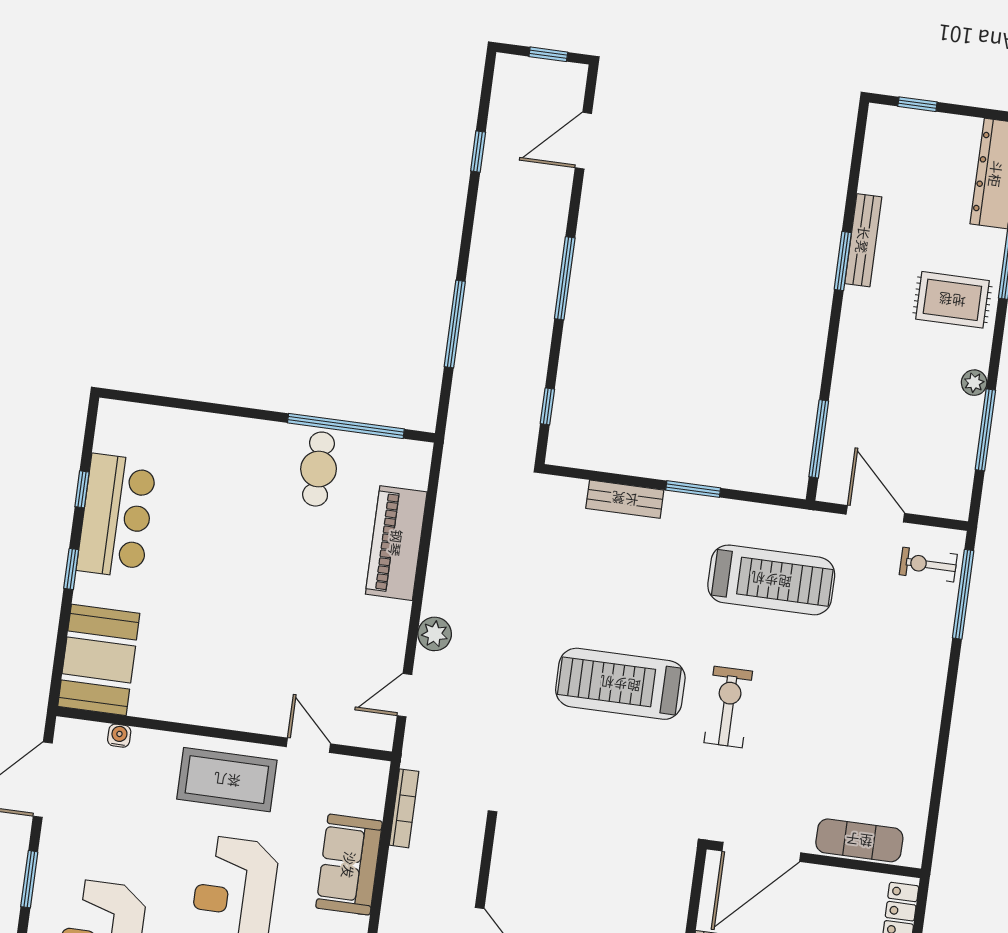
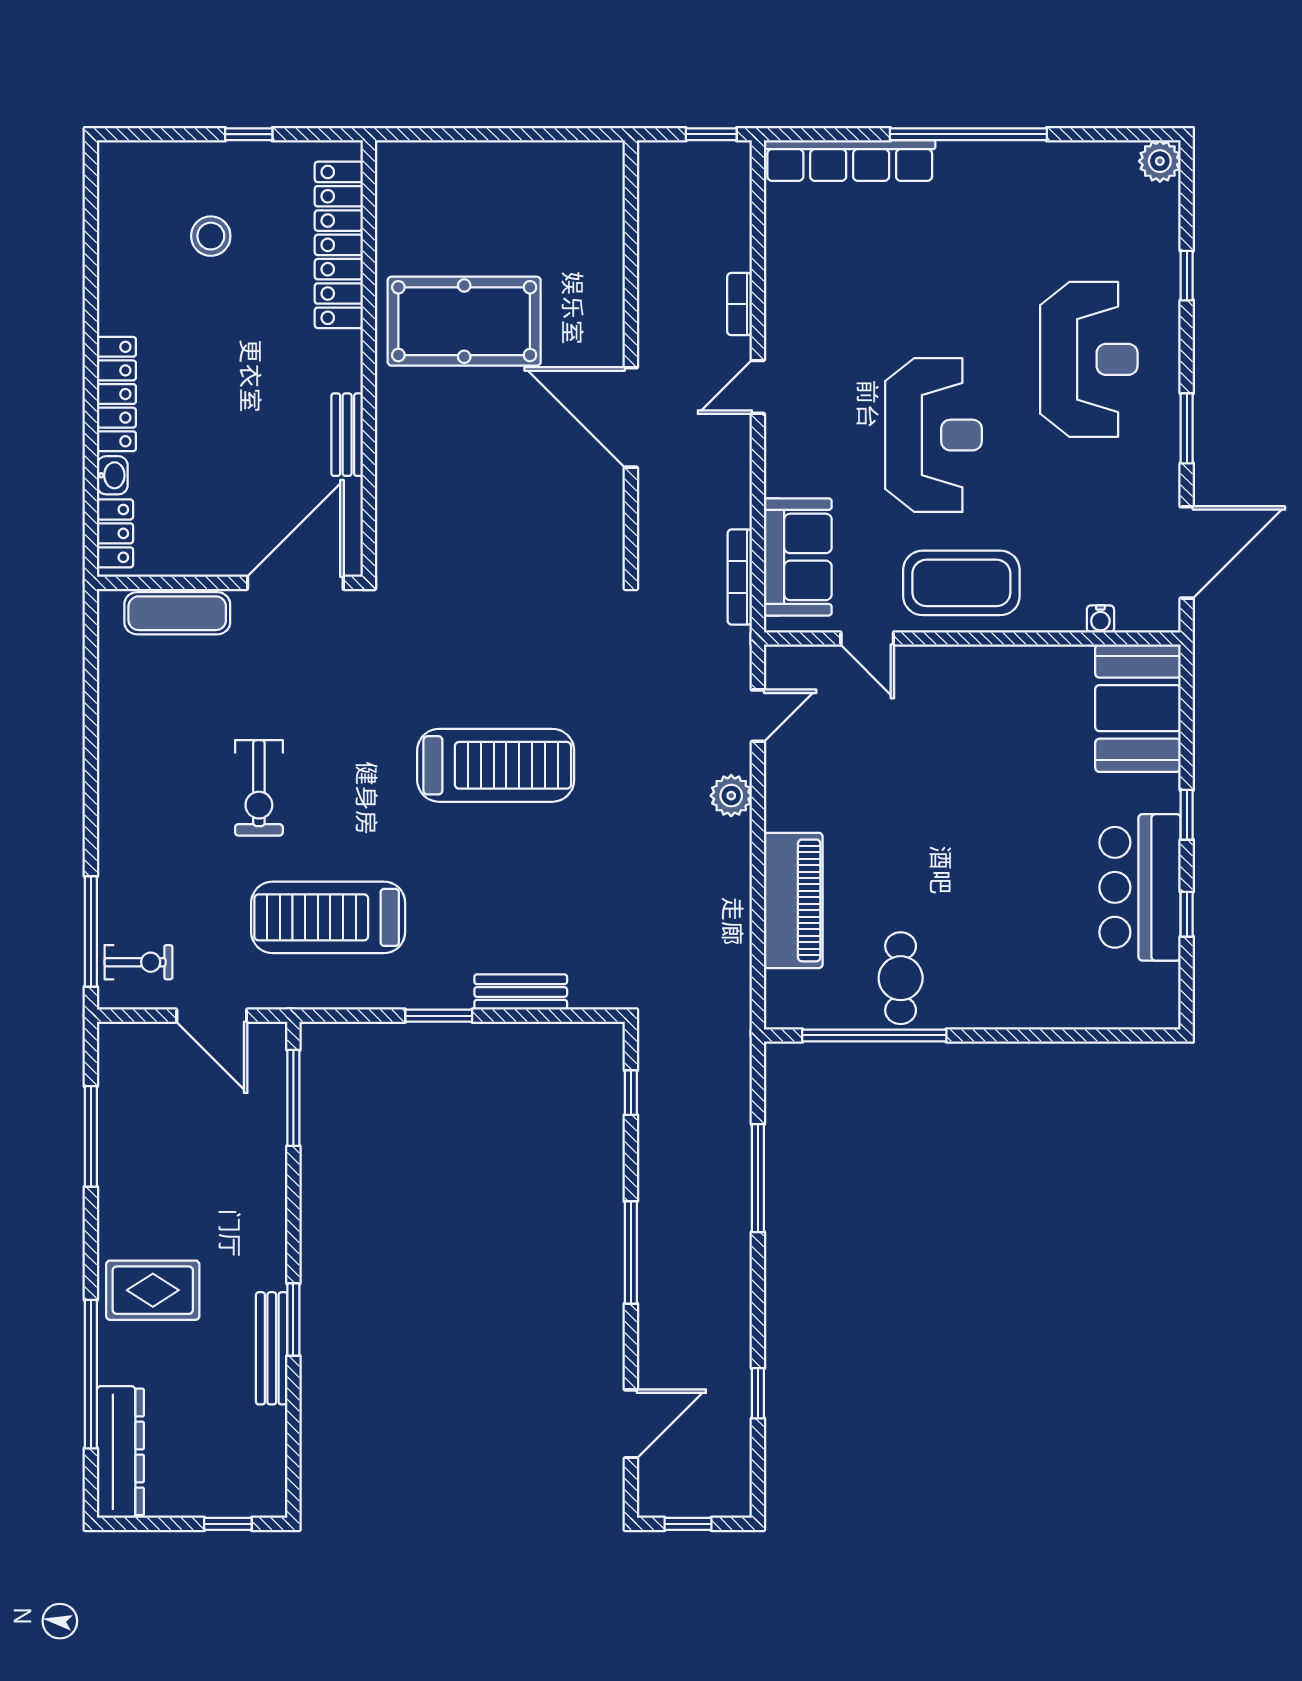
plant: (974, 383) -> (113, 1192), removed
exercise bike: (728, 707) -> (259, 788), moved
sofa: (349, 865) -> (798, 557), moved

